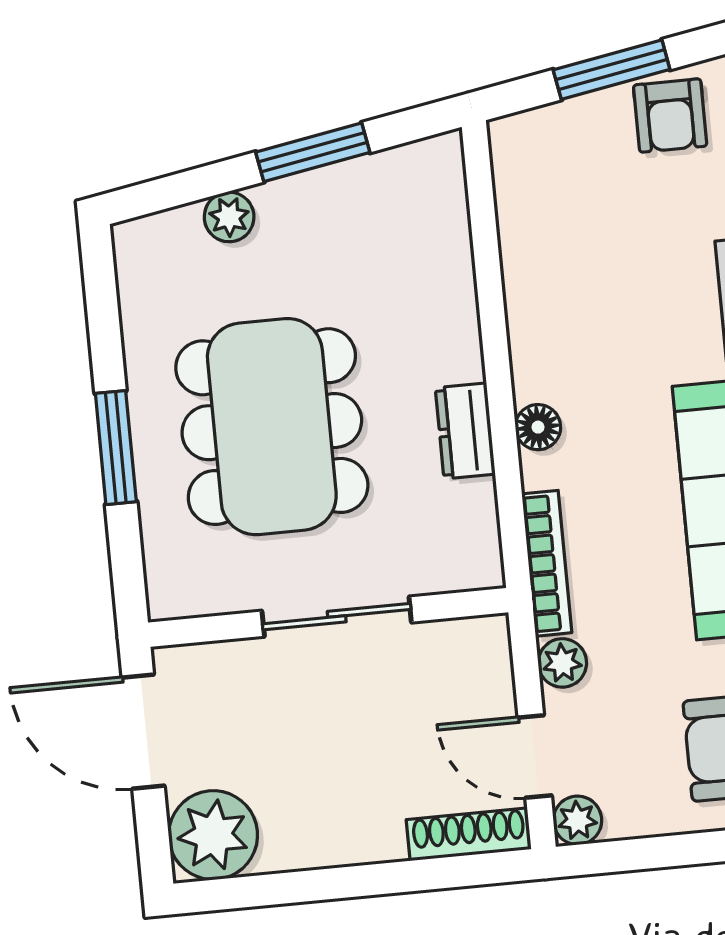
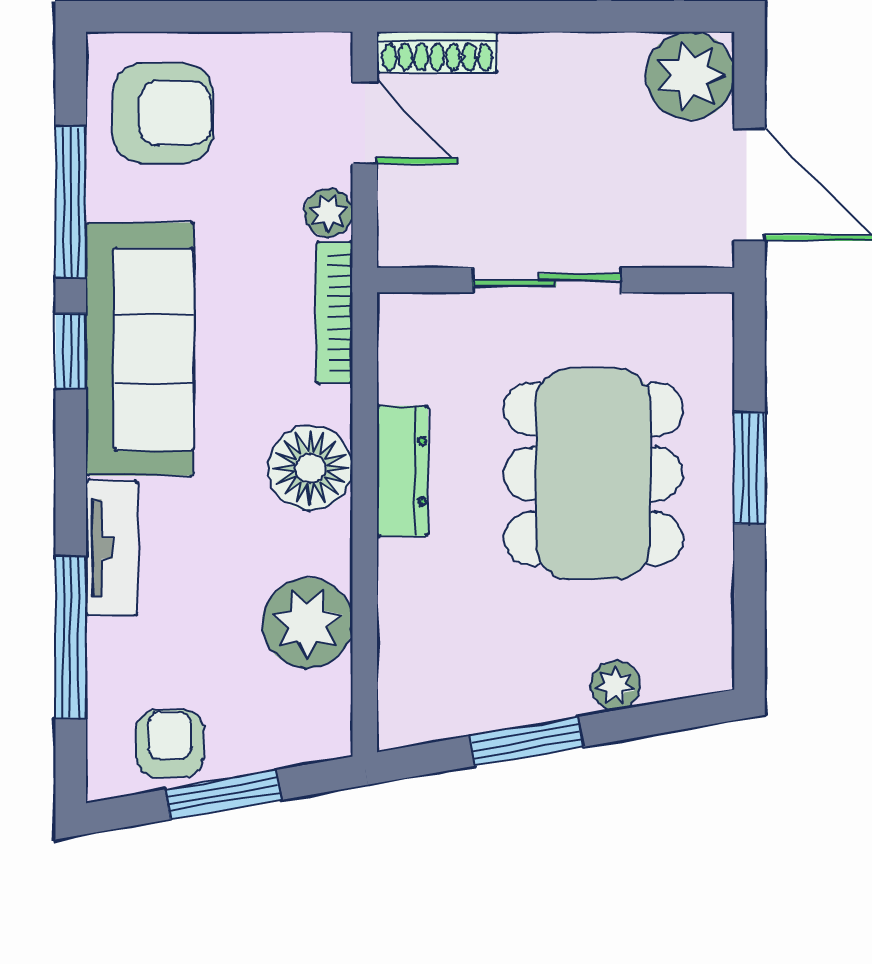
floor lamp: (538, 427) -> (310, 468), width x1.89, depth x1.89
dresser: (465, 431) -> (402, 471), width x1.44
plant: (577, 820) -> (307, 623), moved, width x1.87, depth x1.87

